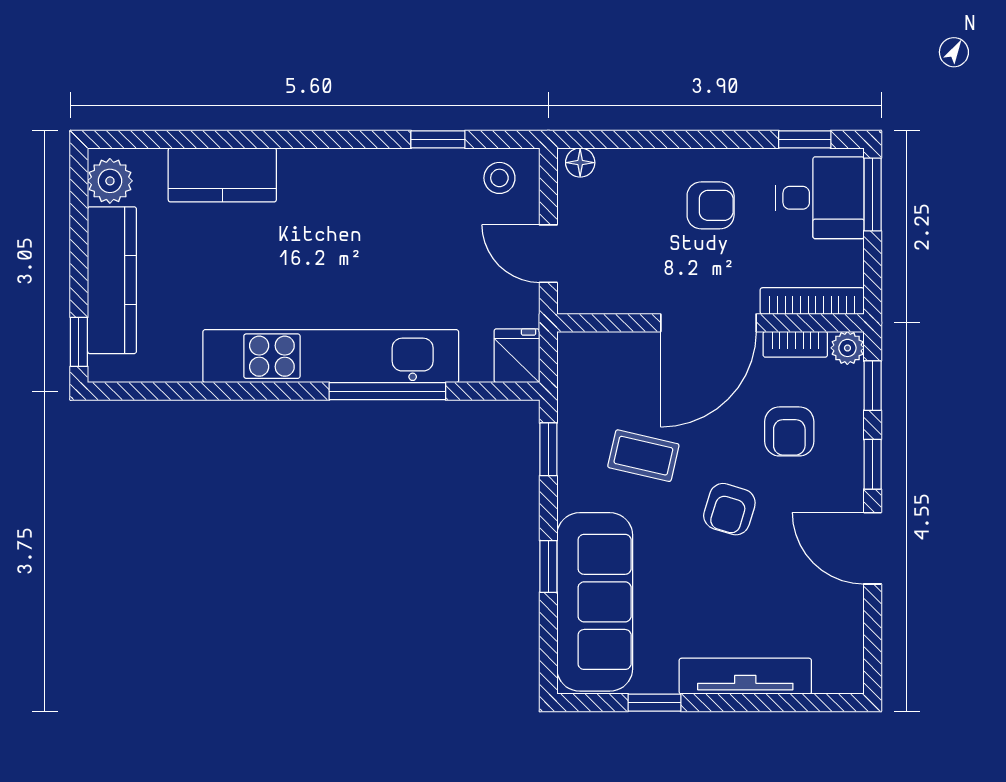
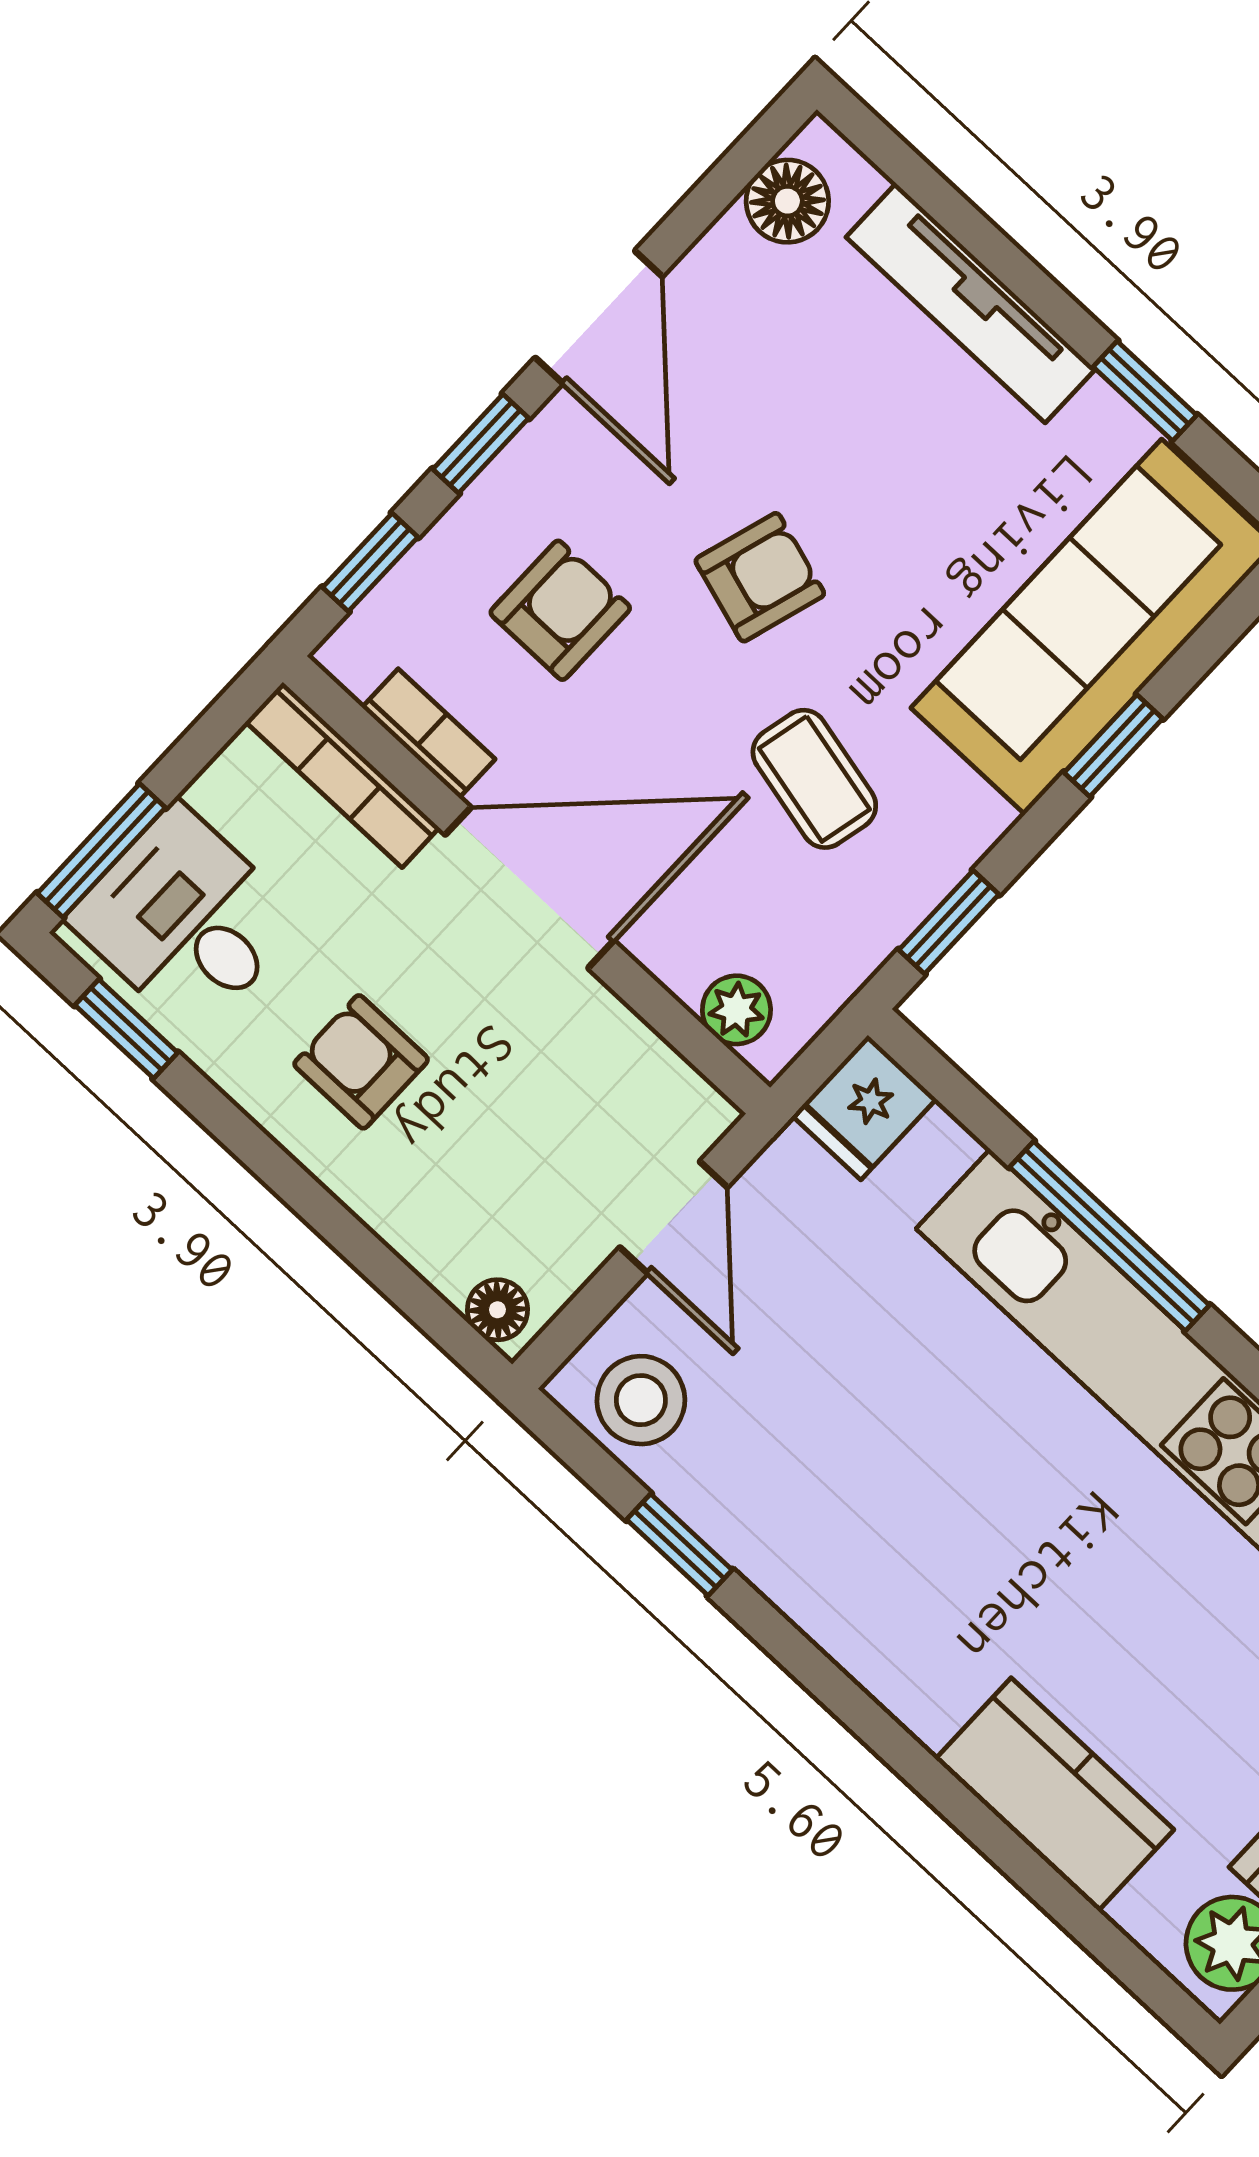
stool: (499, 178) -> (641, 1400), width x1.37, depth x1.37
plant: (847, 348) -> (736, 1010), moved
floor lamp: (844, 652) -> (787, 201), added

